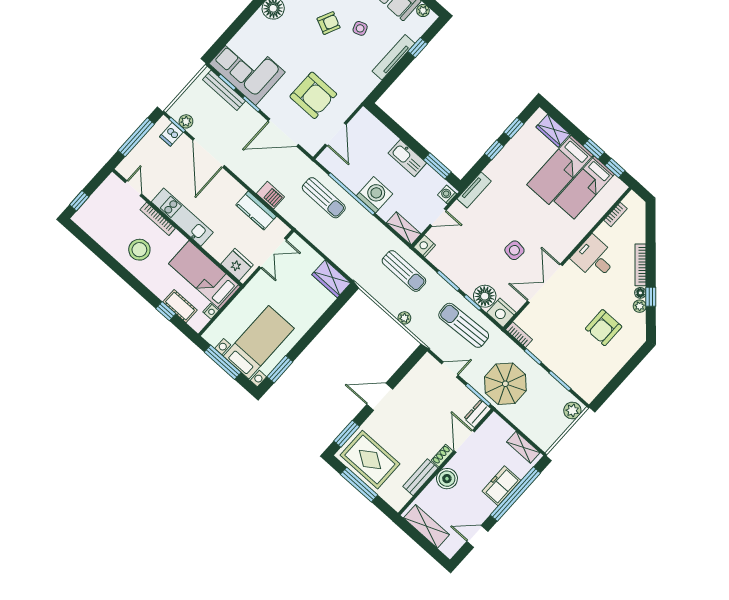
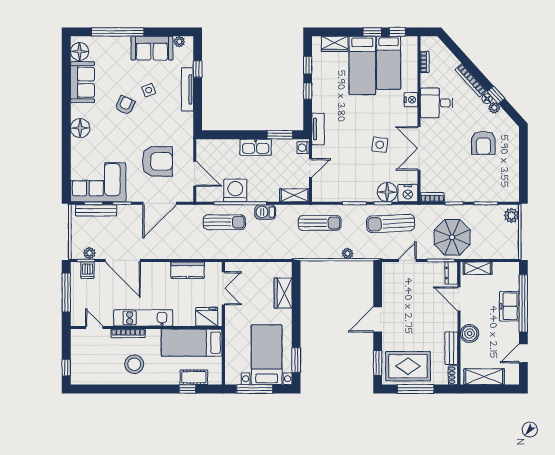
barbecue: (270, 195) -> (265, 212), moved, turned 180
washing machine: (374, 195) -> (235, 190), moved
nightstand: (425, 246) -> (411, 100), moved, turned 180
wardrobe: (331, 279) -> (283, 293), moved, turned 90
nightstand: (211, 311) -> (217, 363), removed
shelving: (523, 447) -> (478, 268), moved
shoe rack: (442, 456) -> (453, 375), moved

